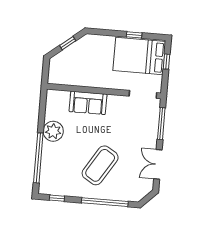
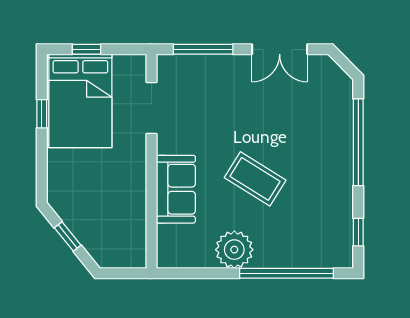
doorway: (143, 94) -> (151, 108), moved
coffee table: (100, 165) -> (255, 179), moved, width x0.73, depth x0.76

